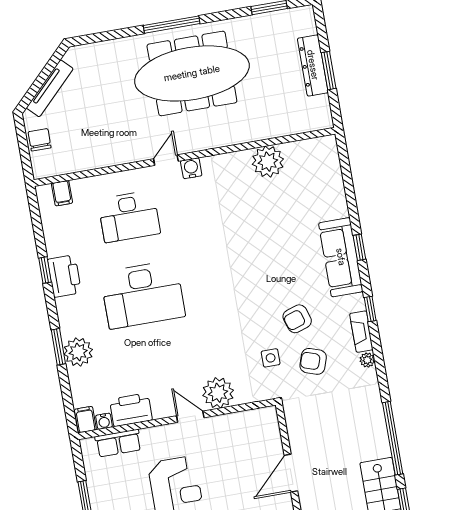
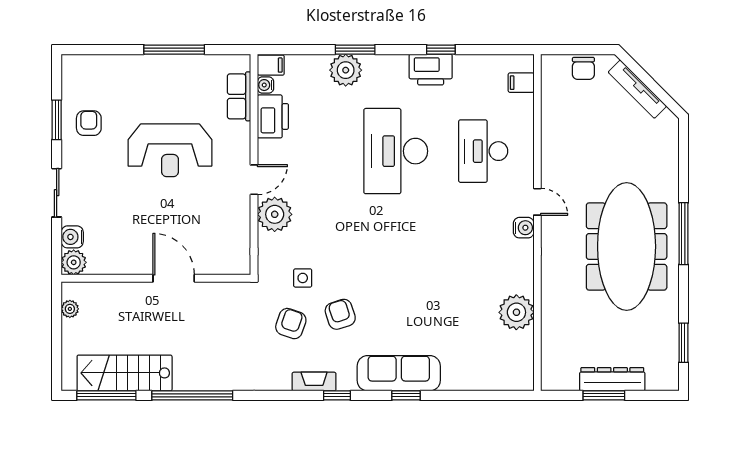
chair: (40, 140) -> (583, 68), turned 90
plant: (367, 360) -> (282, 383), removed

